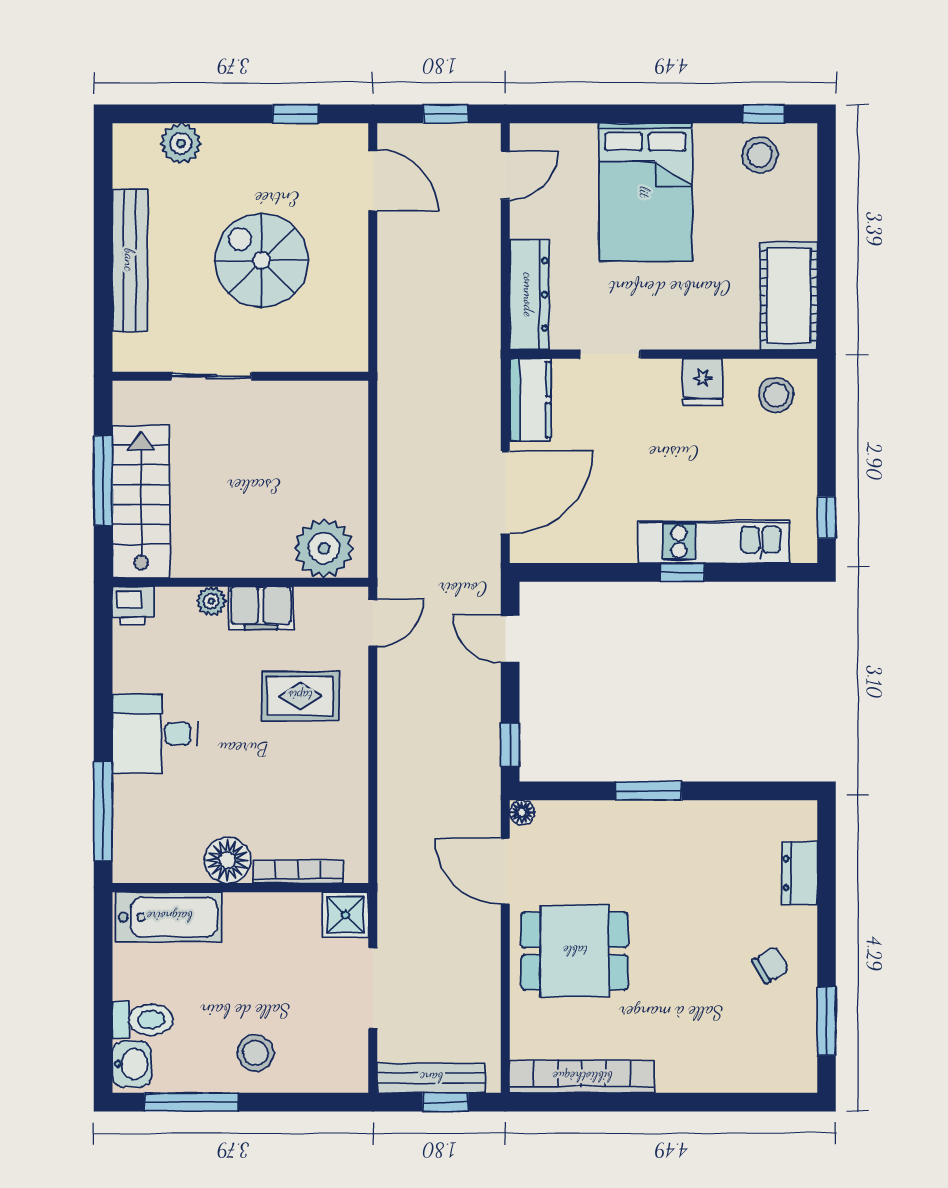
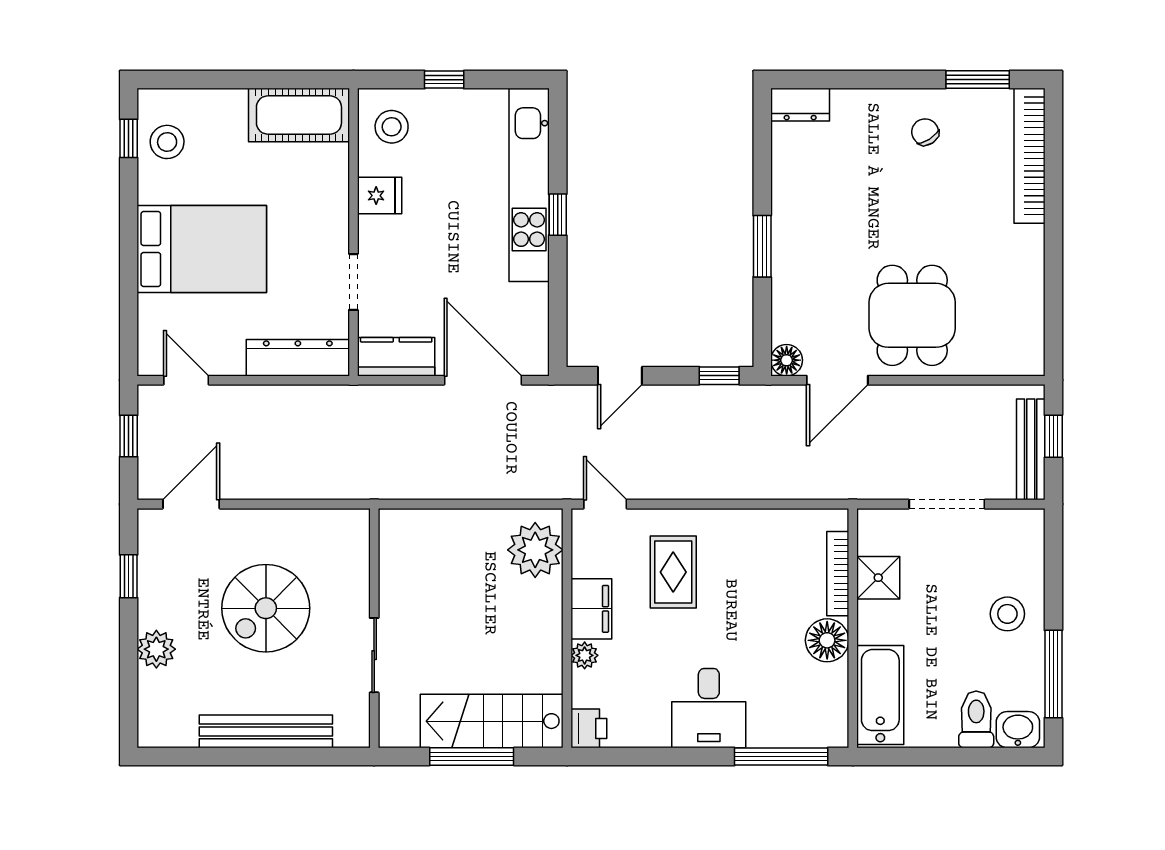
plant: (181, 143) -> (156, 649), moved
window: (827, 517) -> (444, 80), moved
kitchen unit: (714, 542) -> (529, 185), width x1.36
floor lamp: (522, 812) -> (787, 360), width x1.37, depth x1.37
dresser: (800, 873) -> (800, 105), moved
shower: (346, 915) -> (878, 578), moved
bookcase: (582, 1077) -> (1030, 156), moved

